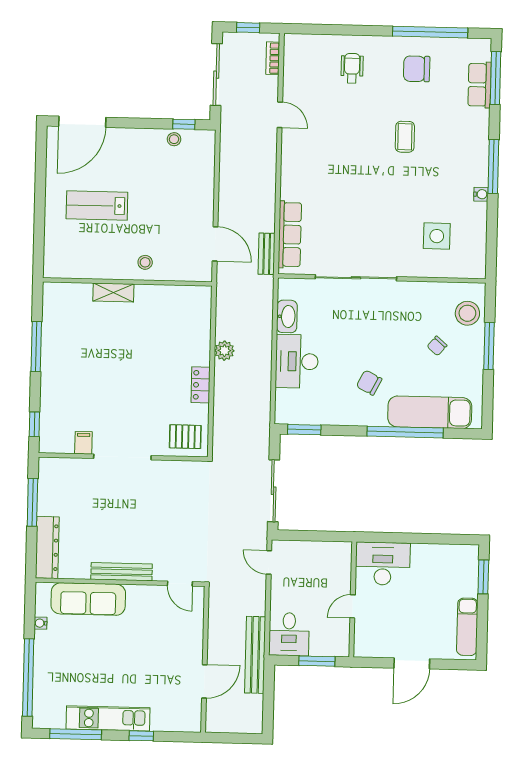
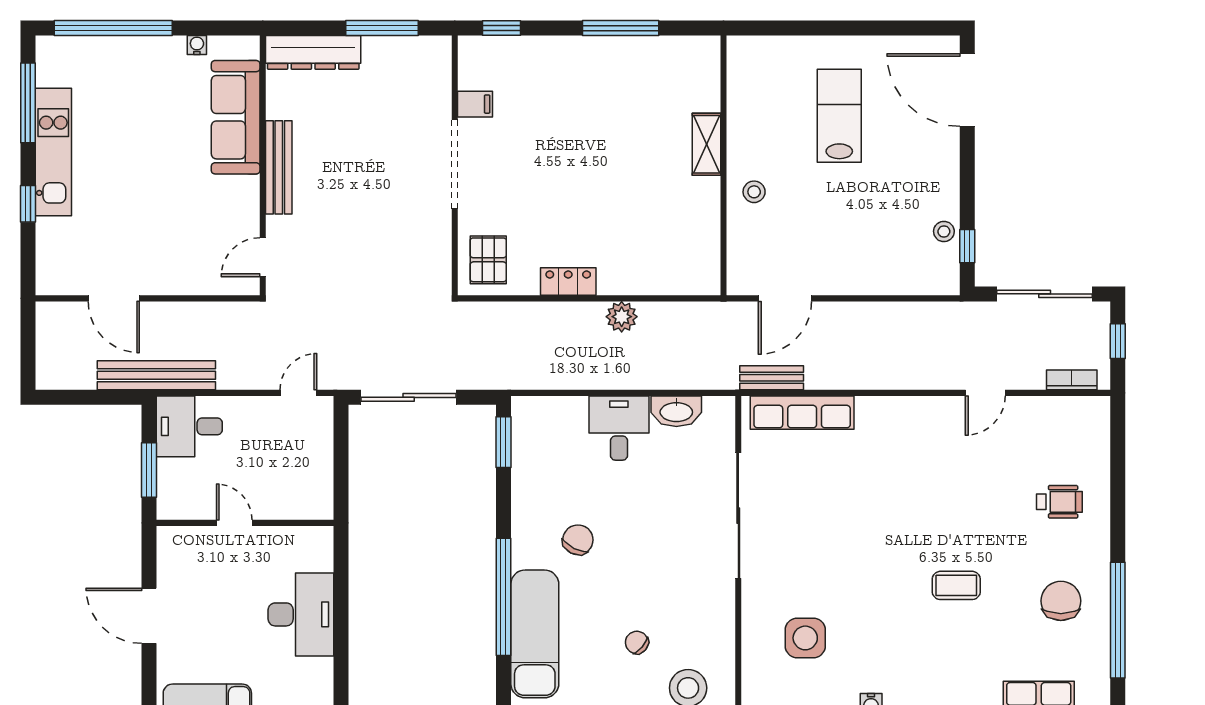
desk: (297, 361) -> (619, 428), width x0.73
desk: (383, 564) -> (301, 614), moved

